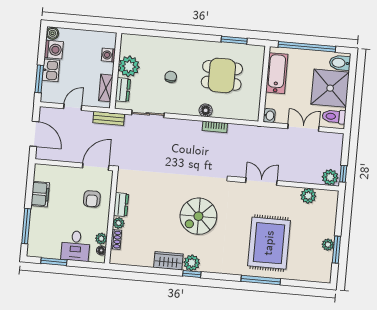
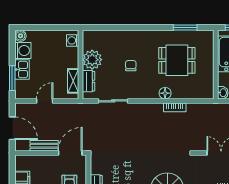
washing machine: (108, 55) -> (73, 40), moved
bench: (109, 118) -> (44, 146), moved

